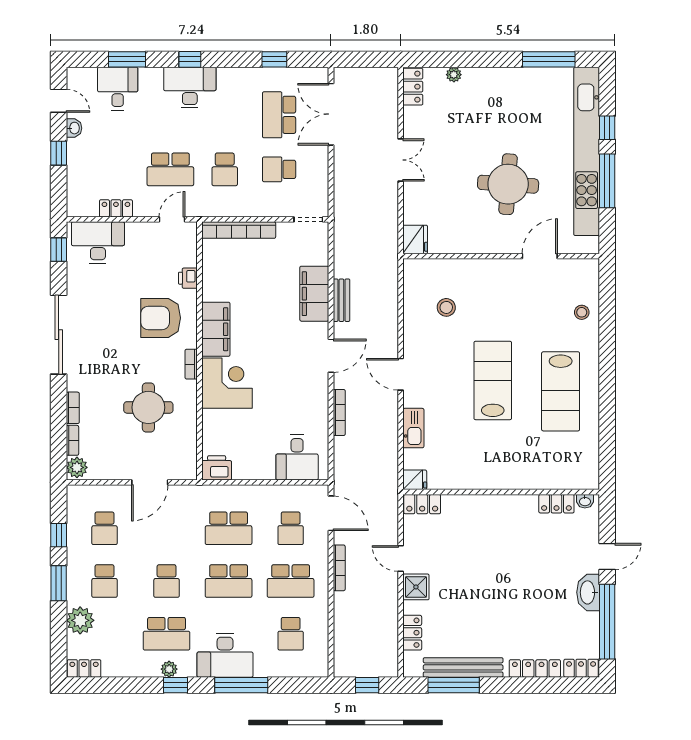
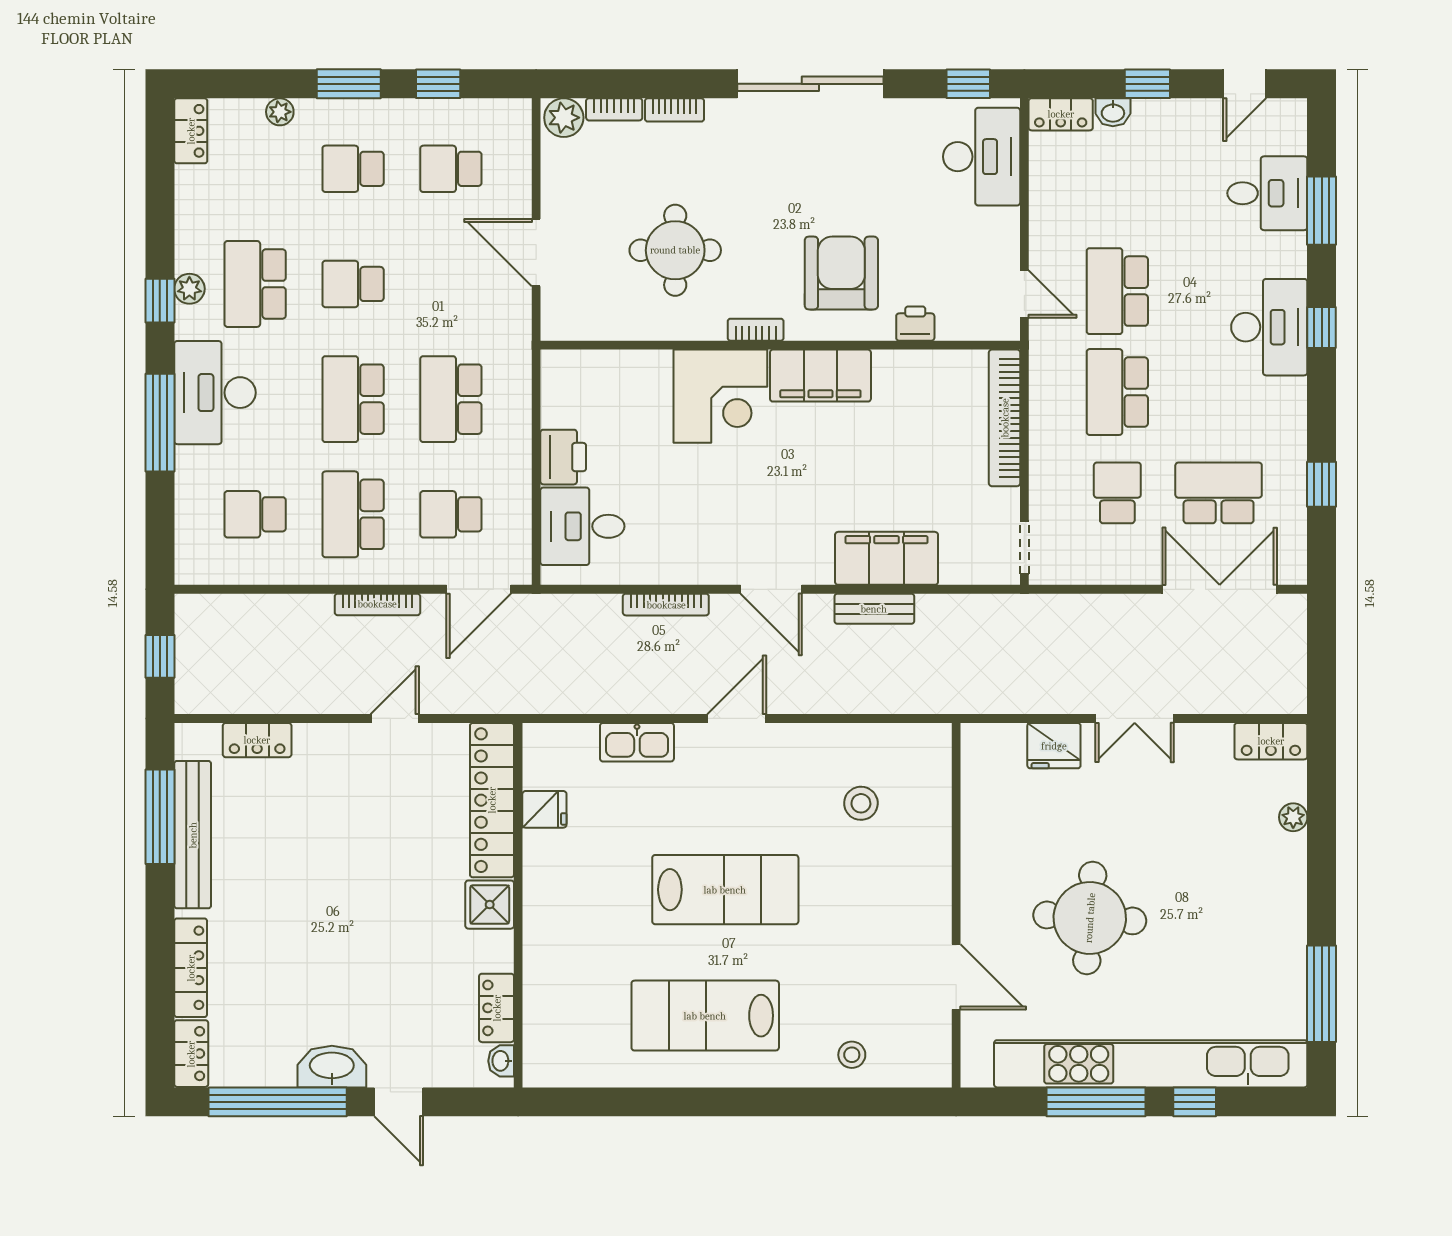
washbasin: (74, 128) -> (1113, 112), moved
school desk: (225, 169) -> (1117, 392), width x1.85
locker: (116, 208) -> (1061, 114), moved, turned 90
fridge: (415, 239) -> (1054, 746), moved
printer: (217, 468) -> (563, 457), moved
fridge: (415, 480) -> (544, 809), moved, turned -90
locker: (422, 504) -> (492, 800), width x2.16, depth x1.21
shower: (416, 587) -> (490, 905), moved
plant: (80, 620) -> (280, 112), width x0.53, depth x0.53

